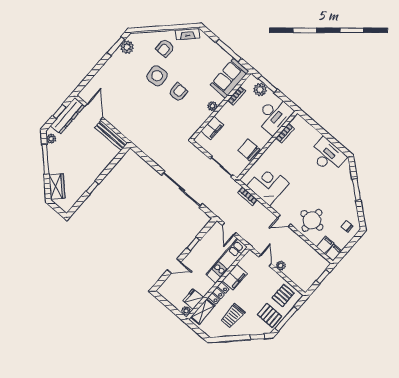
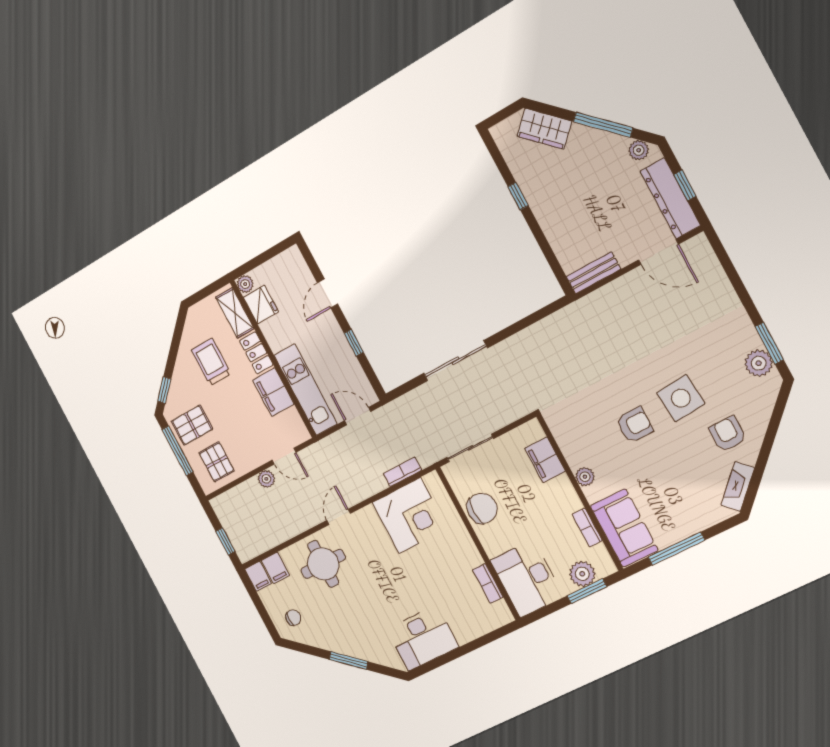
armchair: (178, 92) -> (635, 425), turned -90
bench: (111, 135) -> (594, 273), width x0.73
sliding door: (182, 189) -> (456, 361), width x0.73

